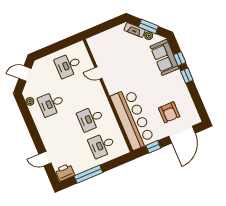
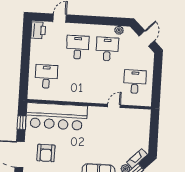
armchair: (169, 112) -> (46, 153), turned -90
desk: (91, 119) -> (78, 47), moved
window: (88, 174) -> (26, 51), removed

